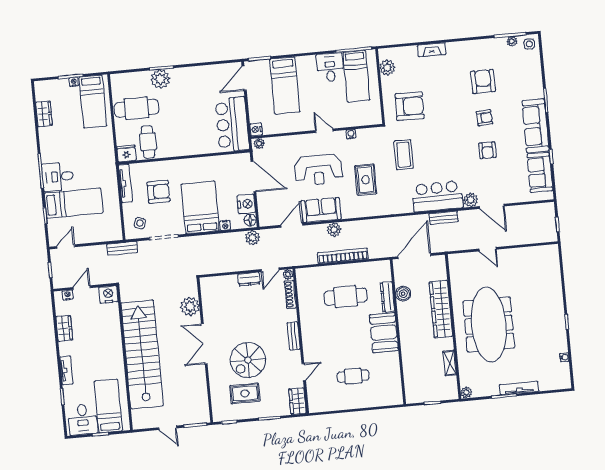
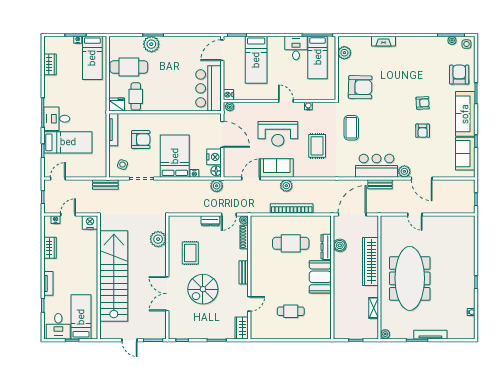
armchair: (483, 81) -> (459, 75), moved
double door: (204, 344) -> (167, 294), moved
rug: (245, 393) -> (190, 253), moved, turned 90

